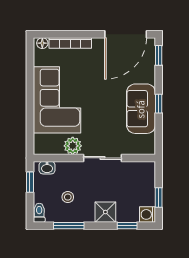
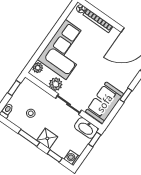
sofa: (141, 109) -> (104, 103), moved
plant: (40, 141) -> (38, 68), added
washbasin: (47, 168) -> (86, 128), moved, width x1.91, depth x1.45
window: (159, 198) -> (95, 140), moved
window: (69, 226) -> (29, 138), moved

